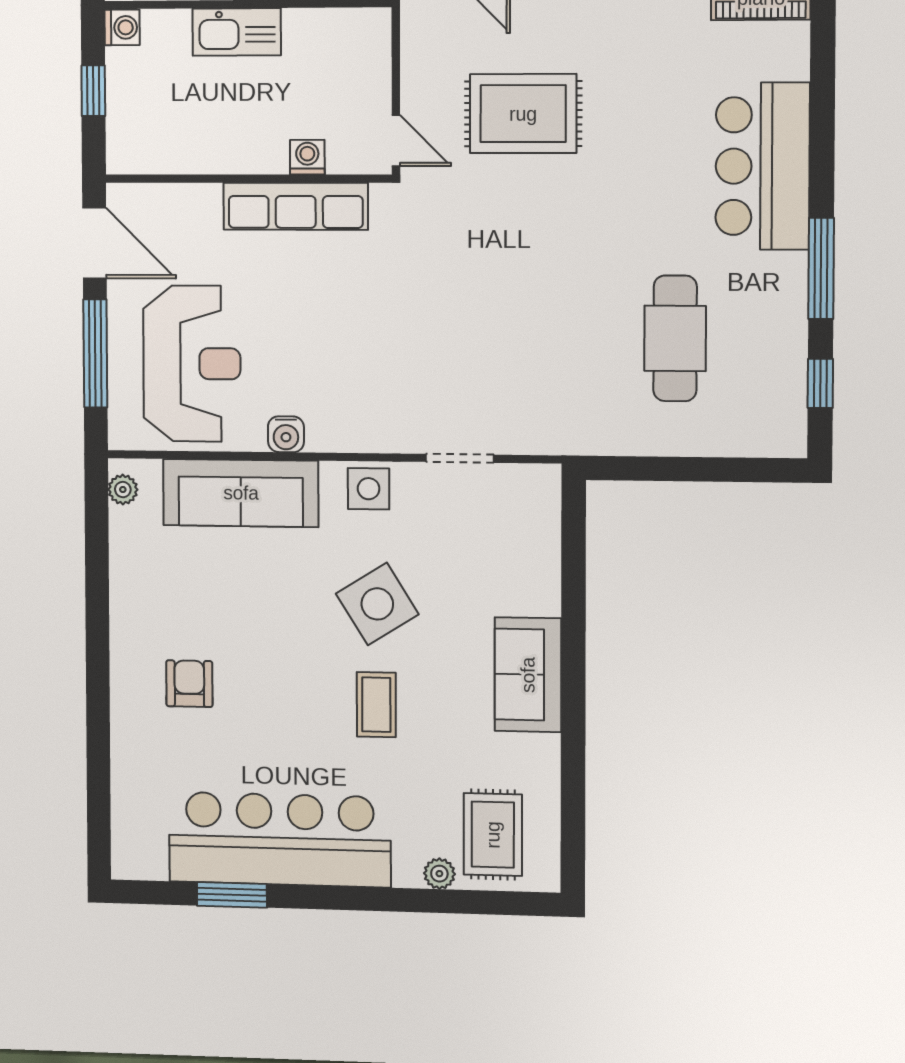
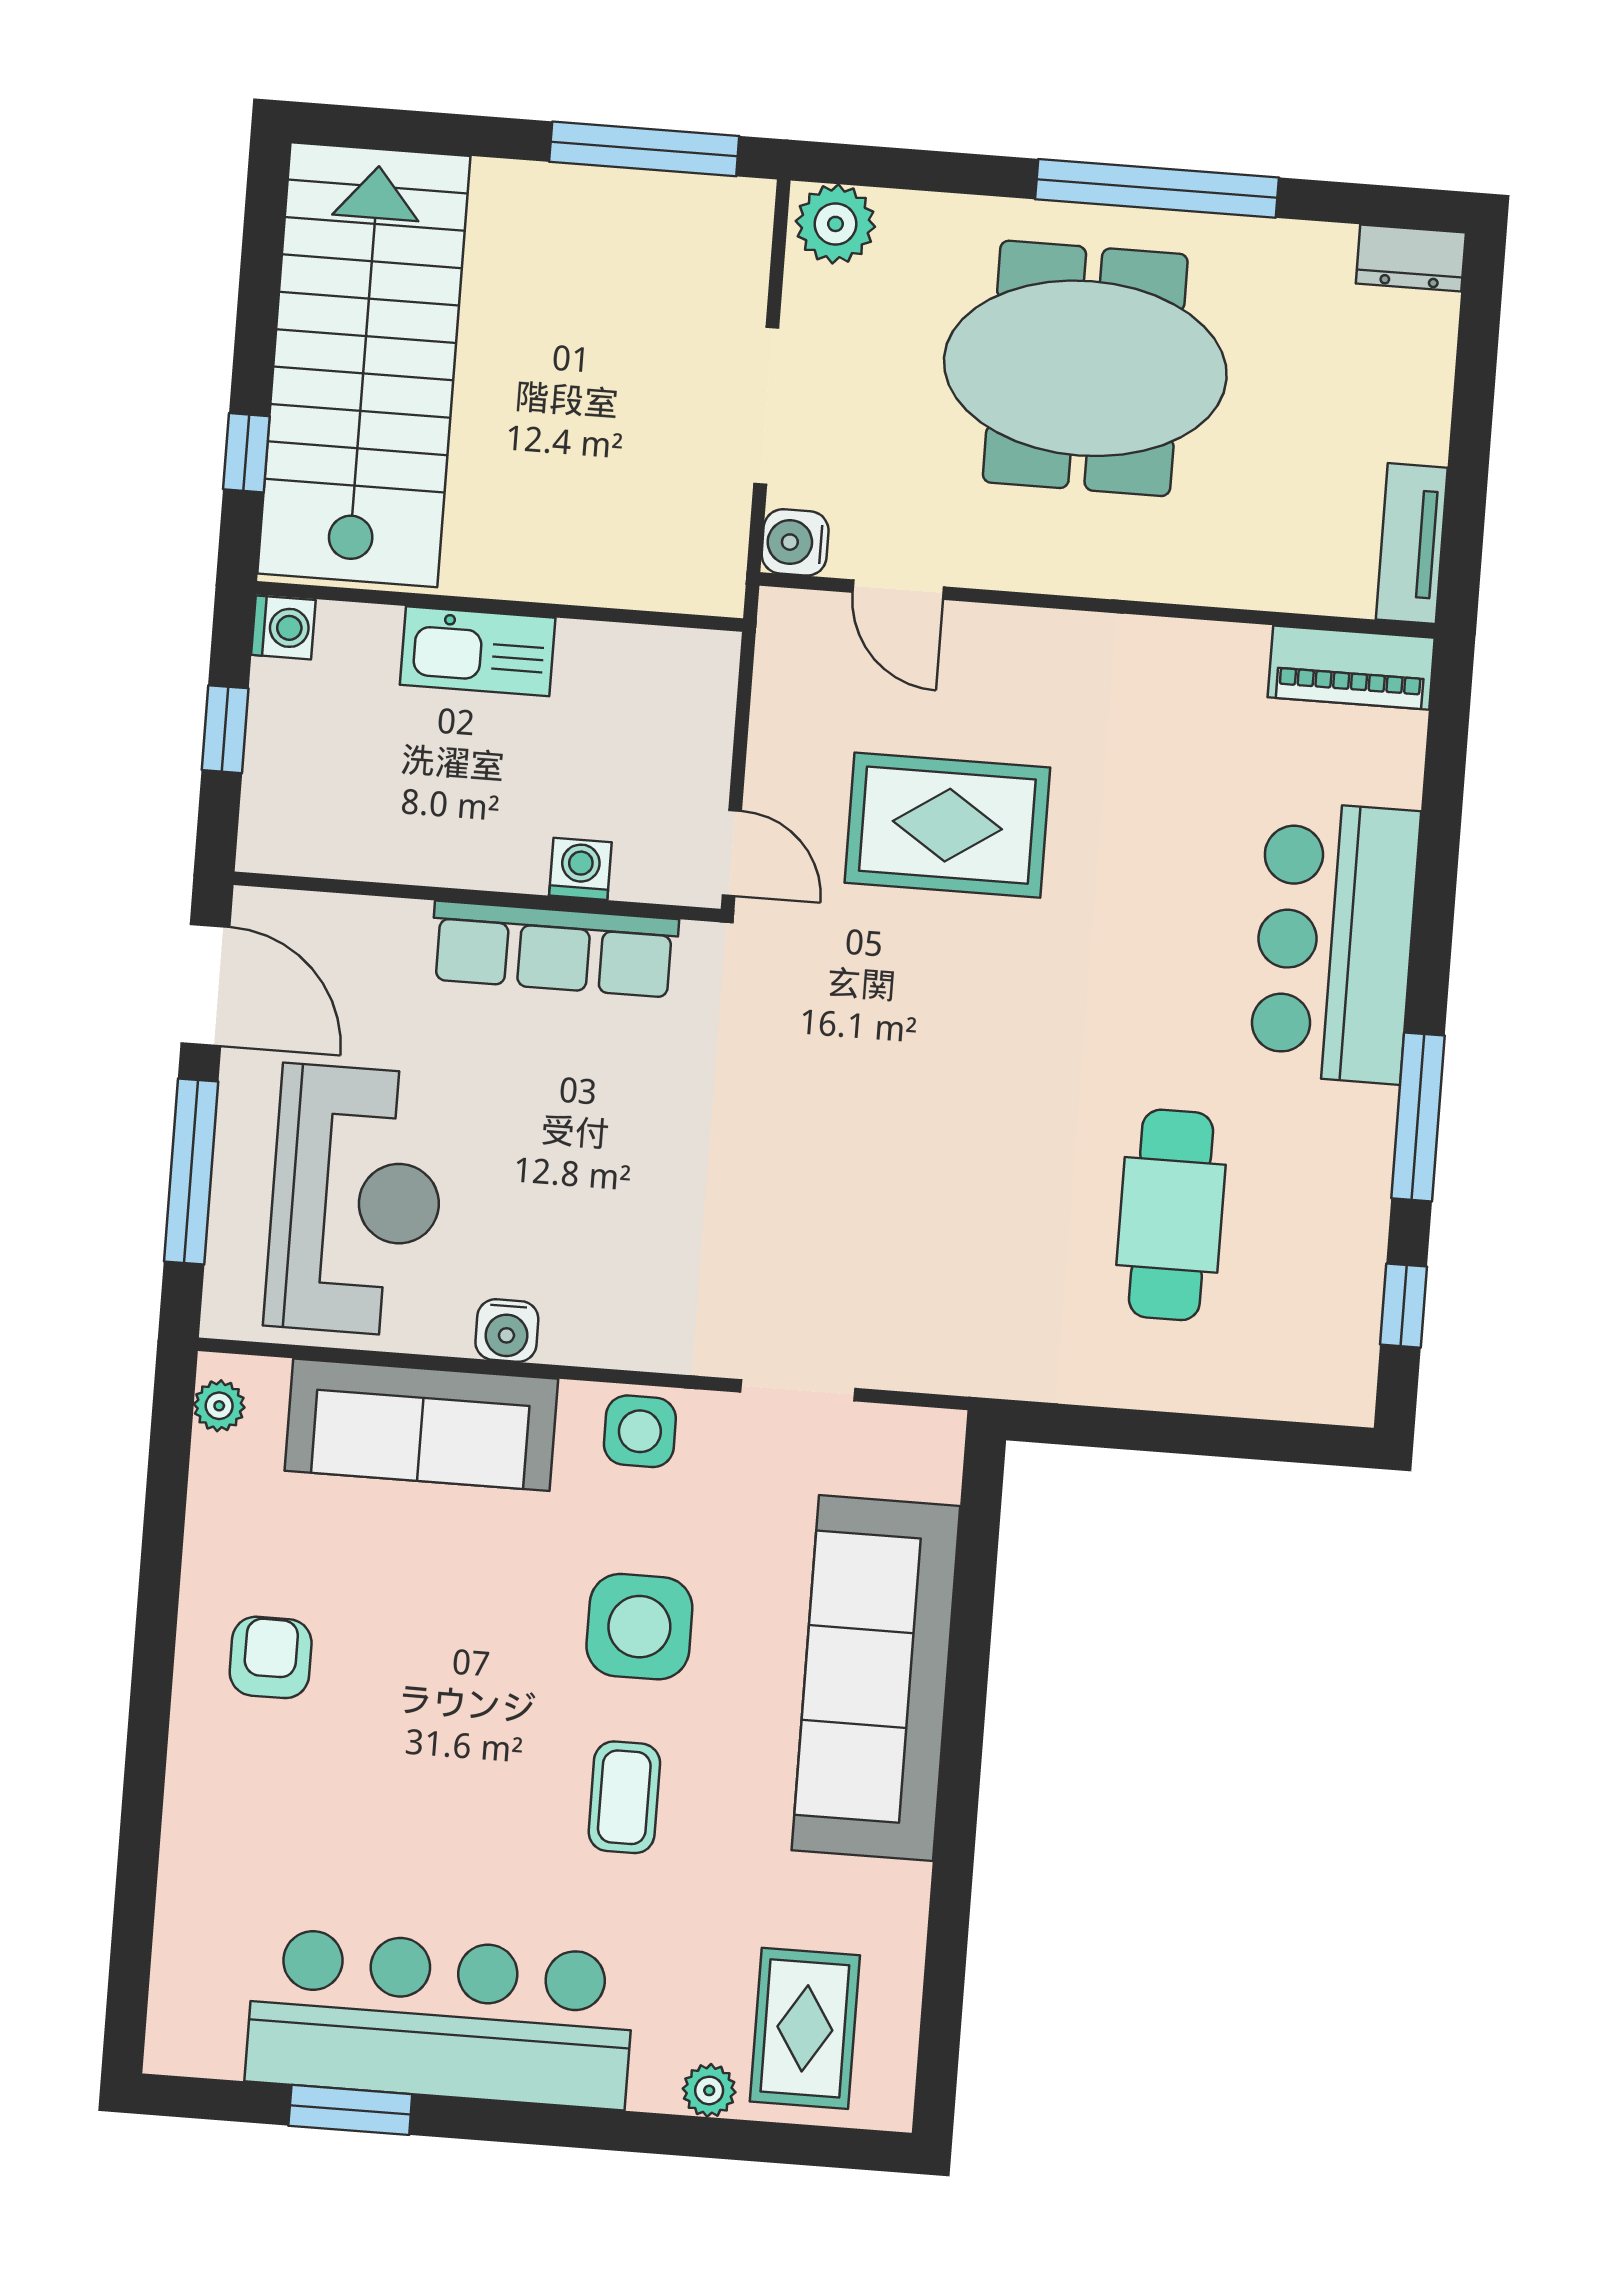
side table: (377, 604) -> (639, 1627), turned 32
sofa: (528, 675) -> (876, 1678), width x1.85, depth x1.27
armchair: (189, 684) -> (271, 1657), moved

